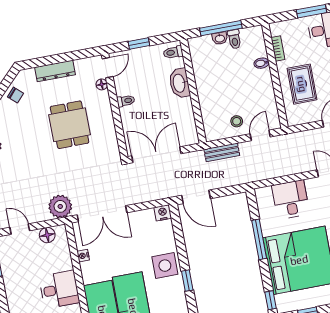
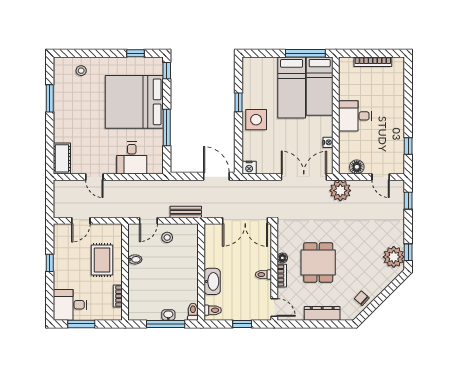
toilet: (234, 39) -> (193, 312), moved
bidet: (262, 63) -> (135, 259), moved
door: (108, 68) -> (274, 307), swing flipped
floor lamp: (102, 84) -> (282, 258), moved
bookcase: (106, 103) -> (282, 276), added

